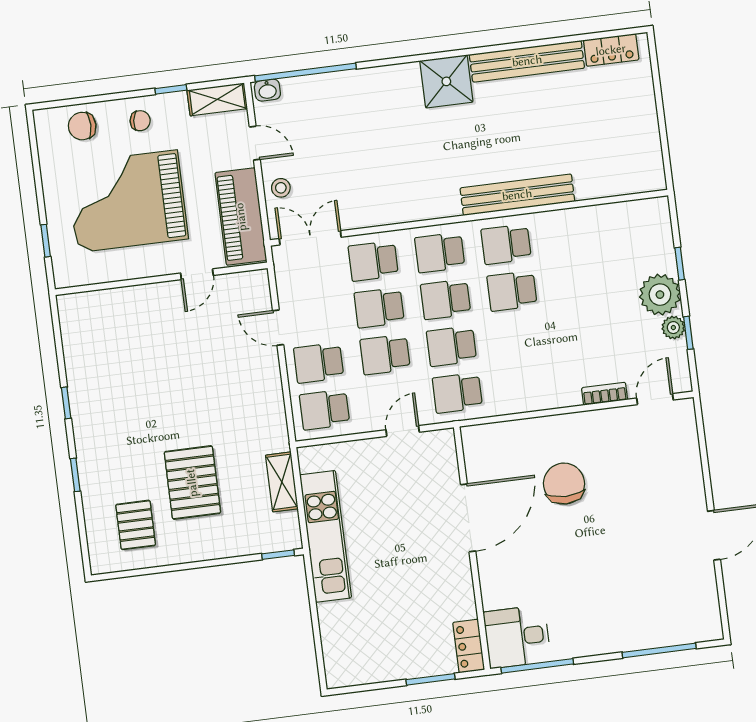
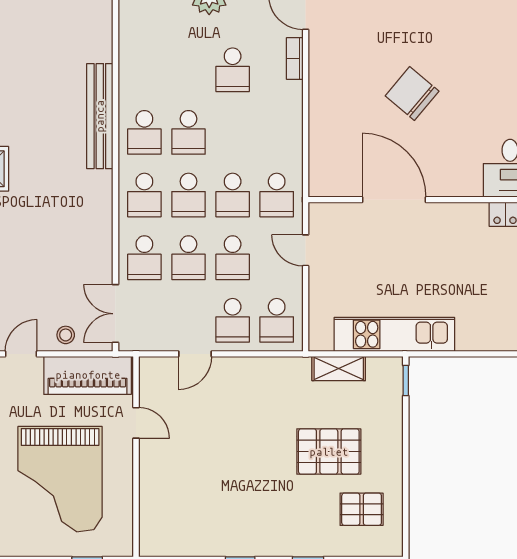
school desk: (584, 329) -> (233, 70), added
chair: (564, 484) -> (412, 94), moved, turned 40

